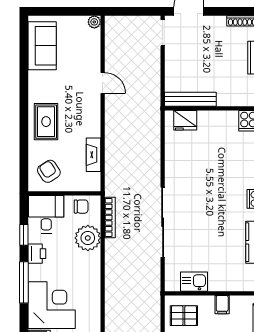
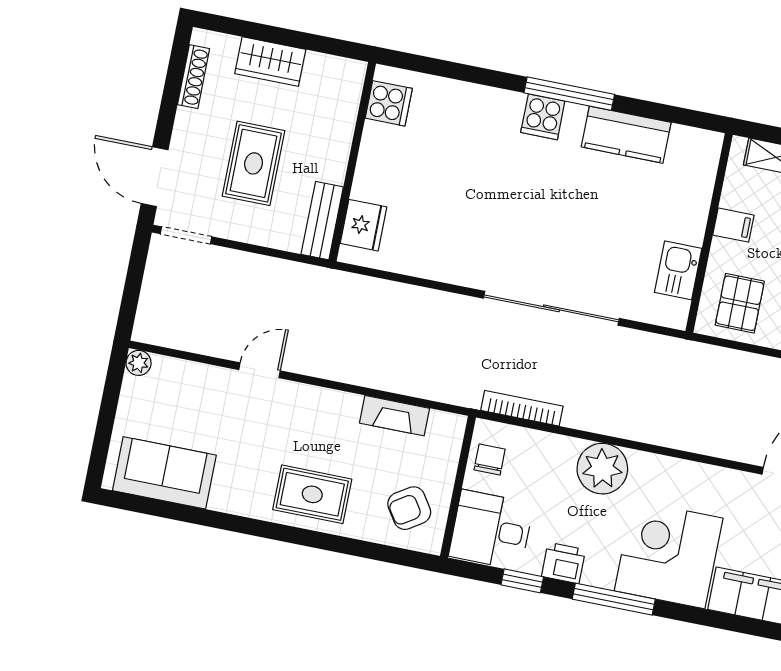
rug: (205, 59) -> (254, 163), added
bench: (190, 99) -> (322, 221), width x0.73
plant: (88, 238) -> (602, 469), moved

